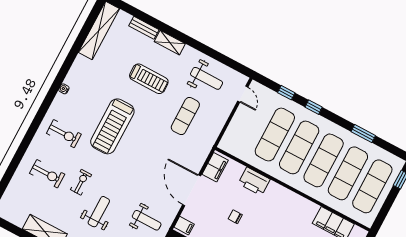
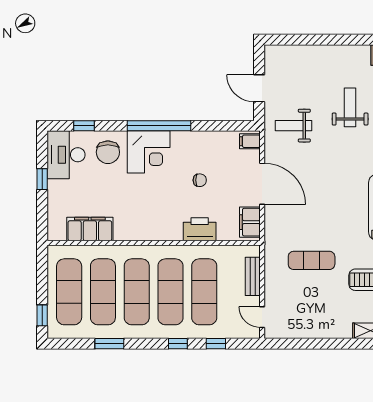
weight bench: (207, 78) -> (310, 313), removed
exercise mat: (185, 116) -> (312, 260), turned 90
bench: (234, 127) -> (253, 276), added
weight bench: (99, 212) -> (350, 107), turned 180

